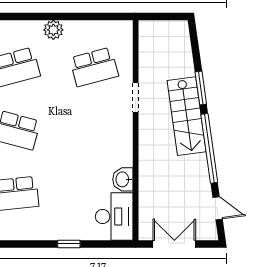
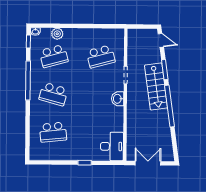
plant: (53, 30) -> (57, 34), moved
washbasin: (123, 179) -> (118, 99), moved
door: (218, 208) -> (161, 40), moved

